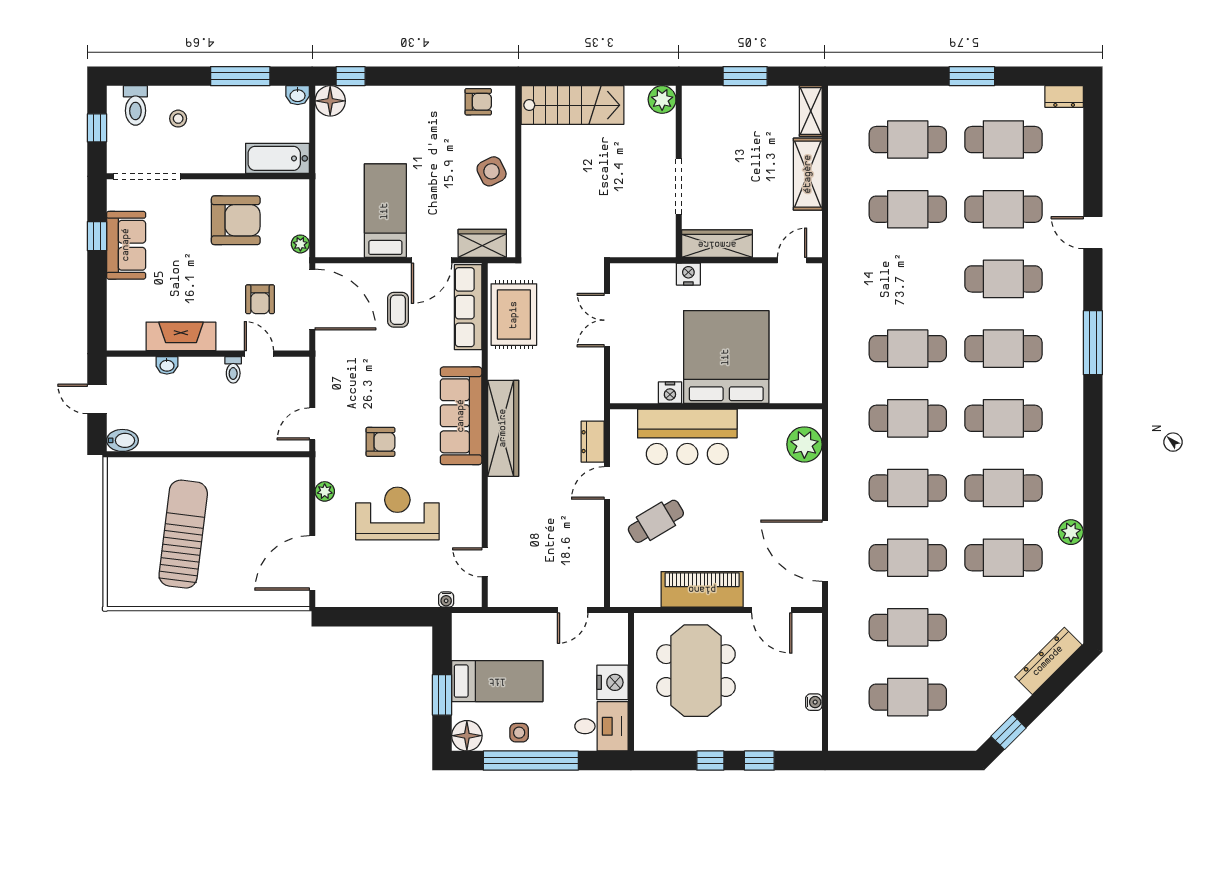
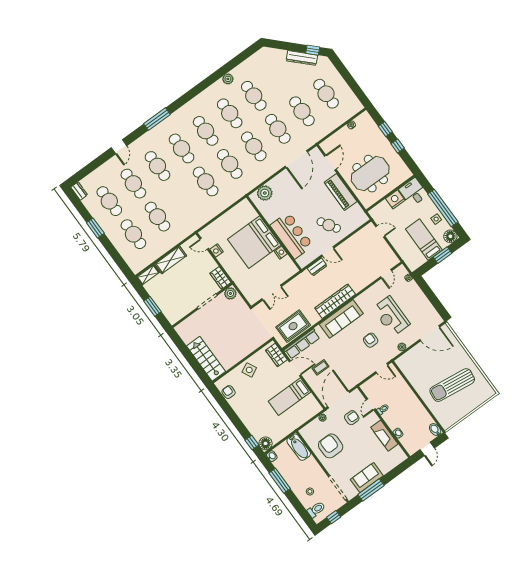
plant: (662, 100) -> (230, 293), moved
window: (97, 236) -> (371, 490), width x2.17
wardrobe: (717, 244) -> (220, 278), width x0.67
nightstand: (688, 274) -> (217, 251), moved
dresser: (1048, 661) -> (302, 58), moved

